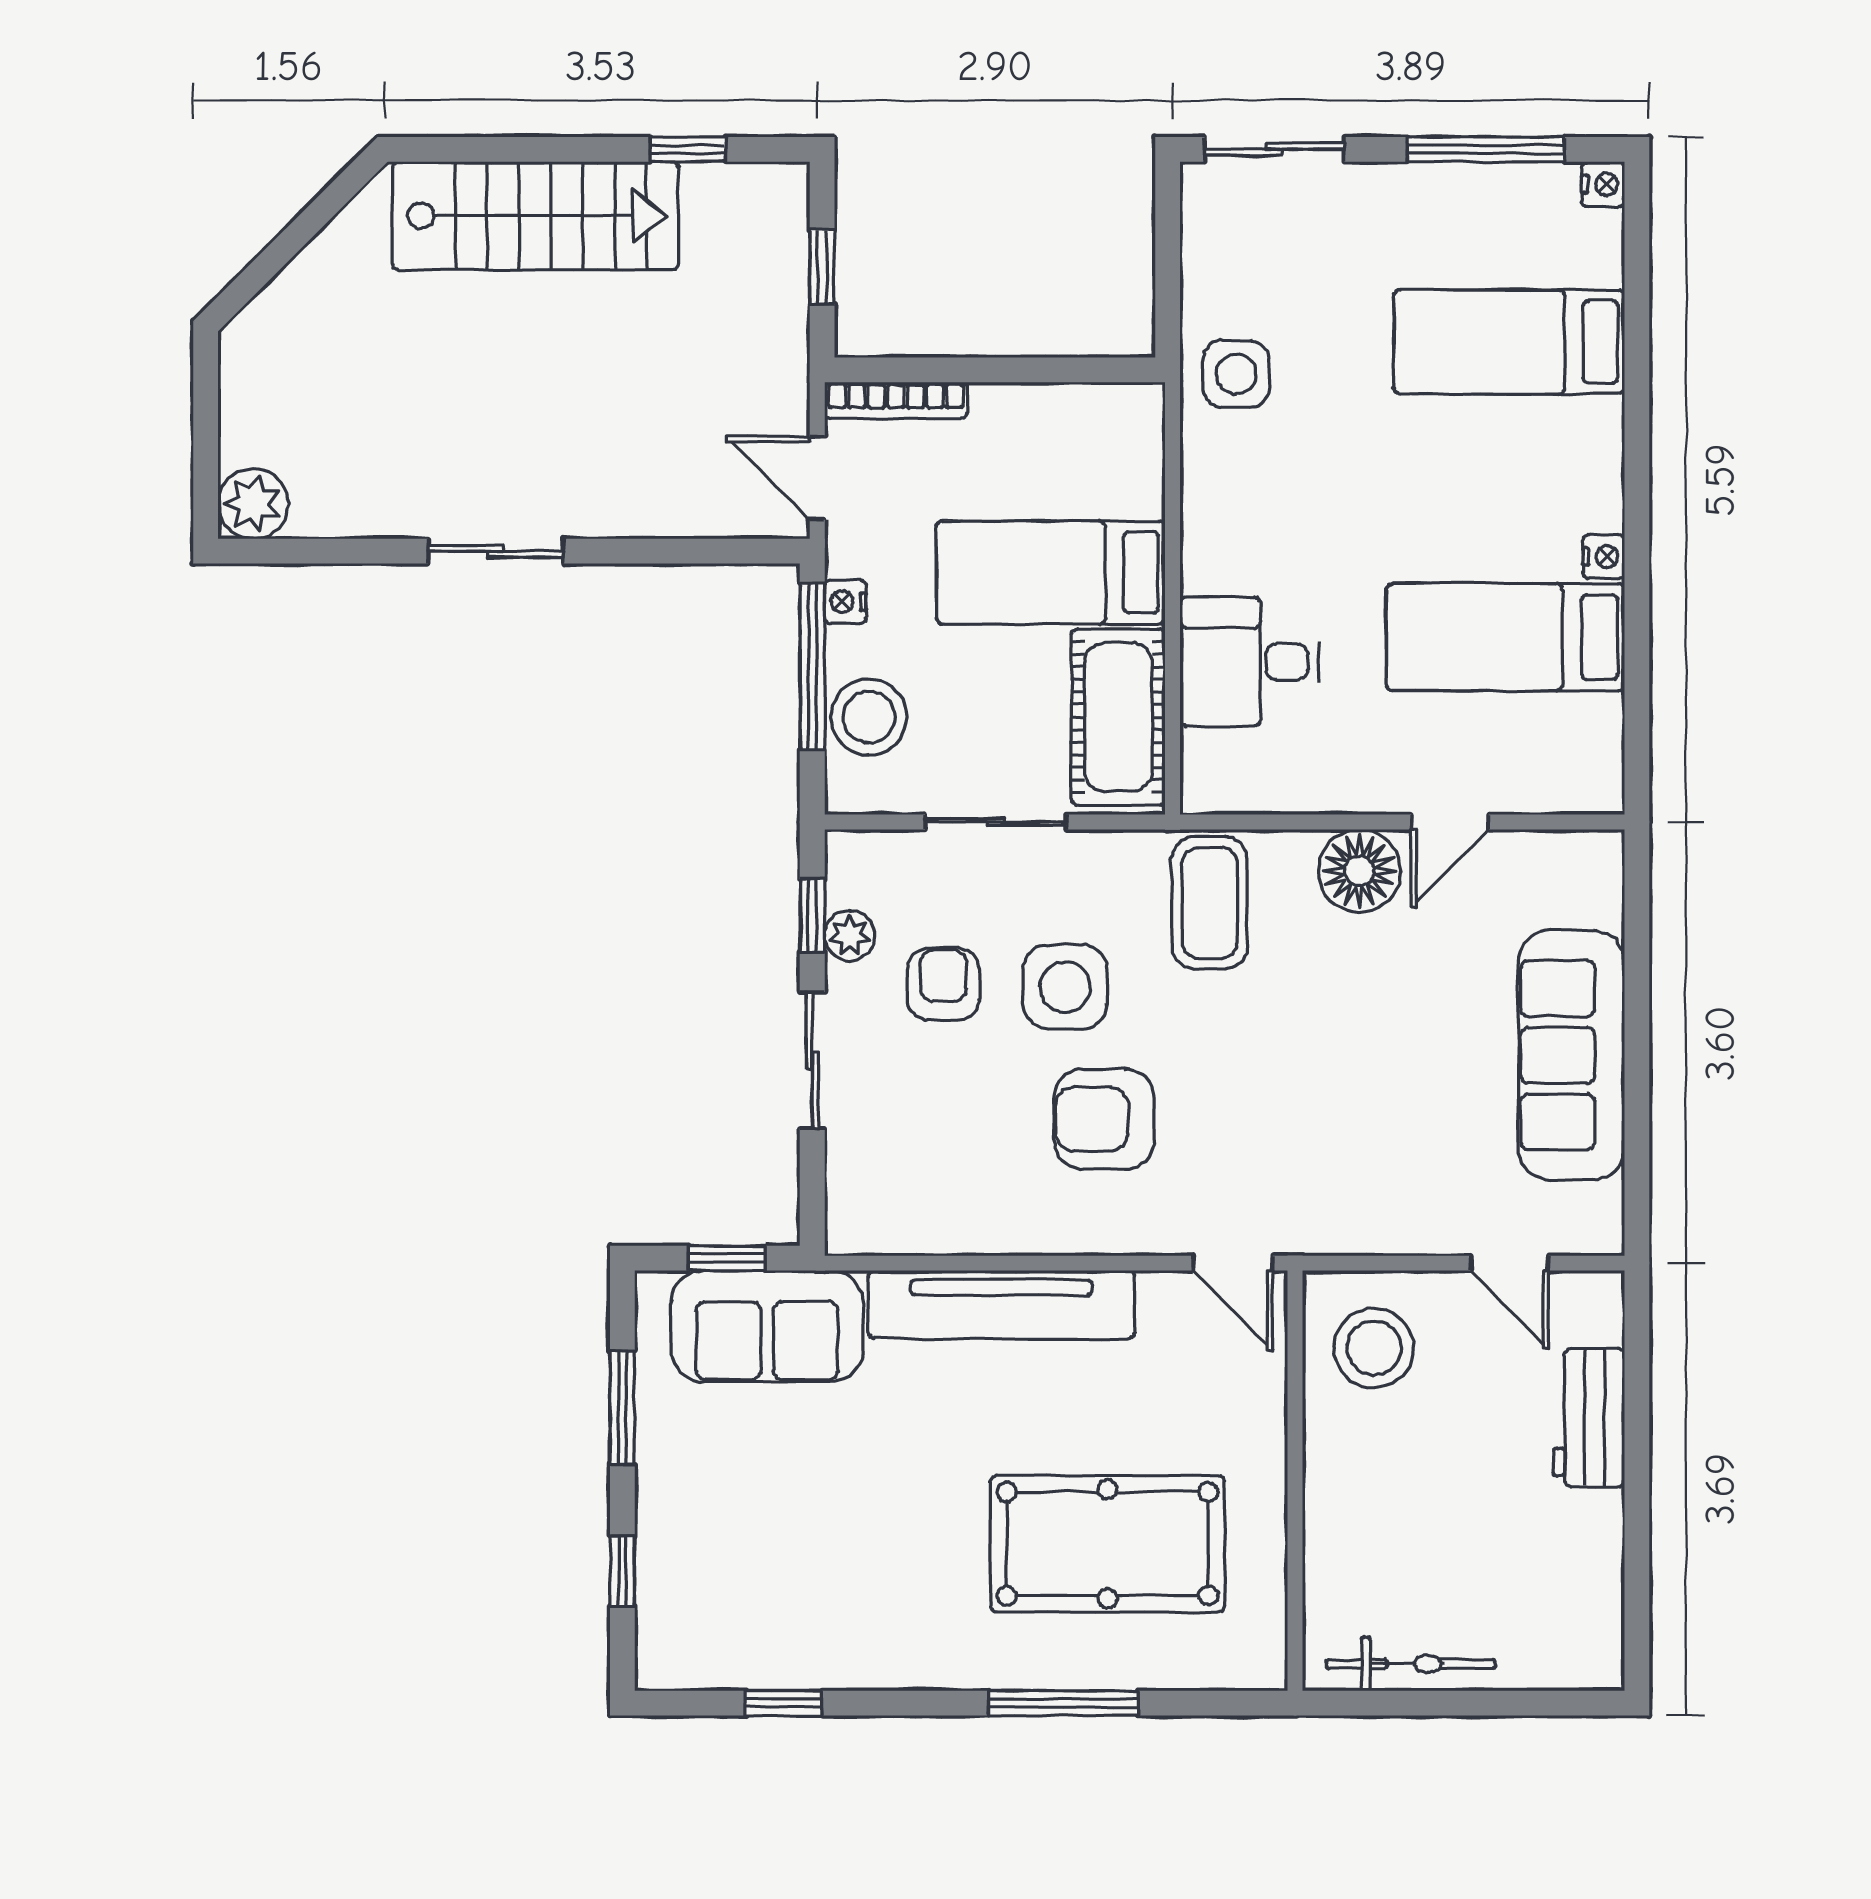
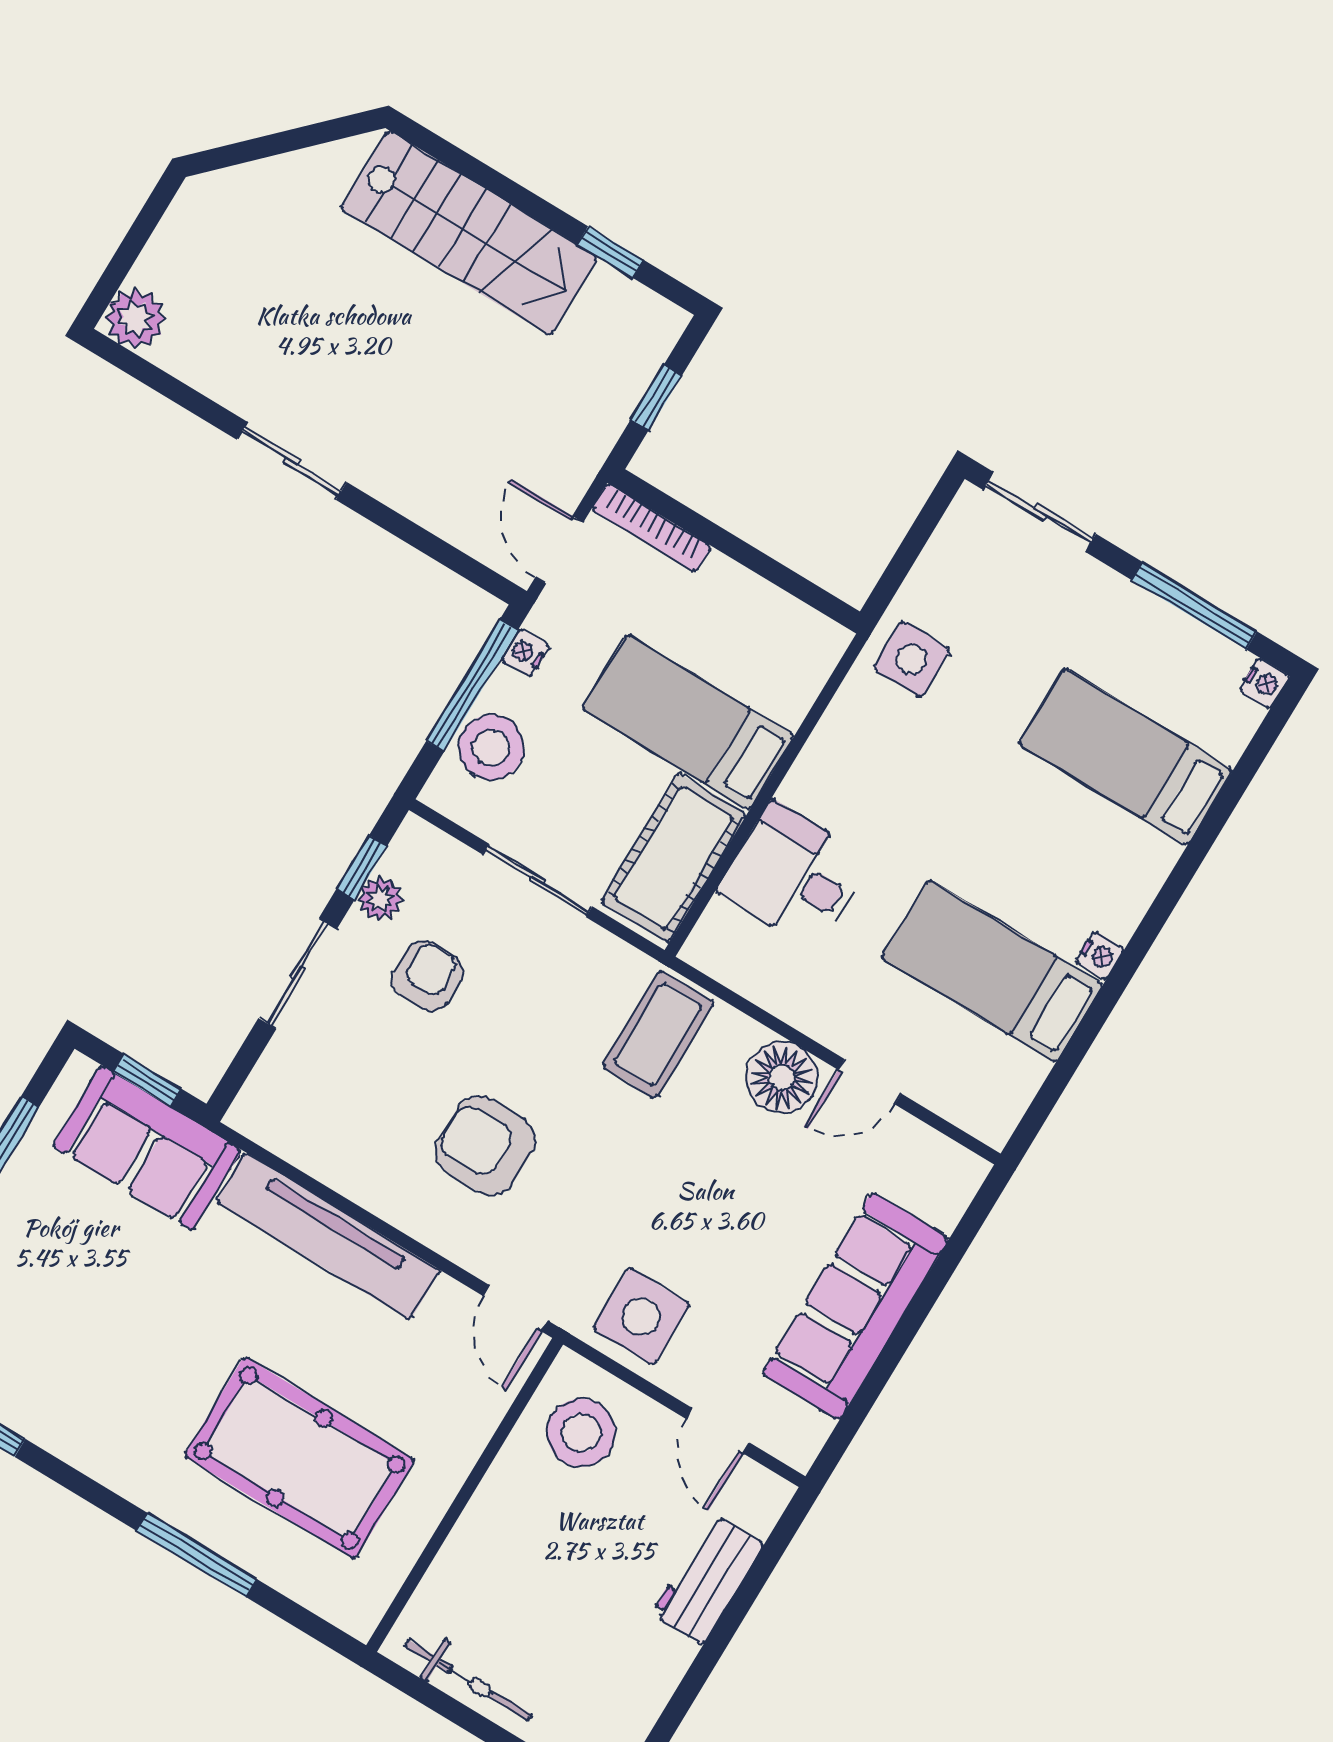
side table: (1065, 987) -> (641, 1316), moved

